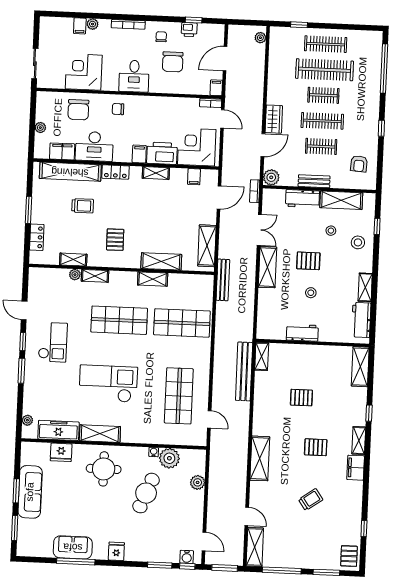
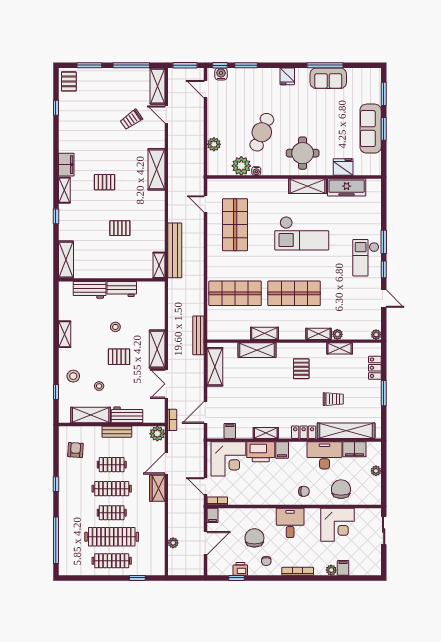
plant: (260, 38) -> (173, 543), moved
trolley: (83, 206) -> (333, 399), turned 180
workbench: (361, 320) -> (90, 290), moved, turned 90
checkout: (53, 342) -> (366, 258), moved
plant: (27, 420) -> (376, 335), moved
trolley: (311, 500) -> (131, 119), moved

